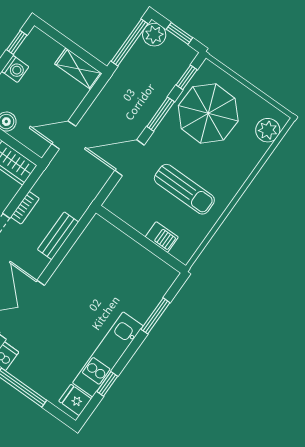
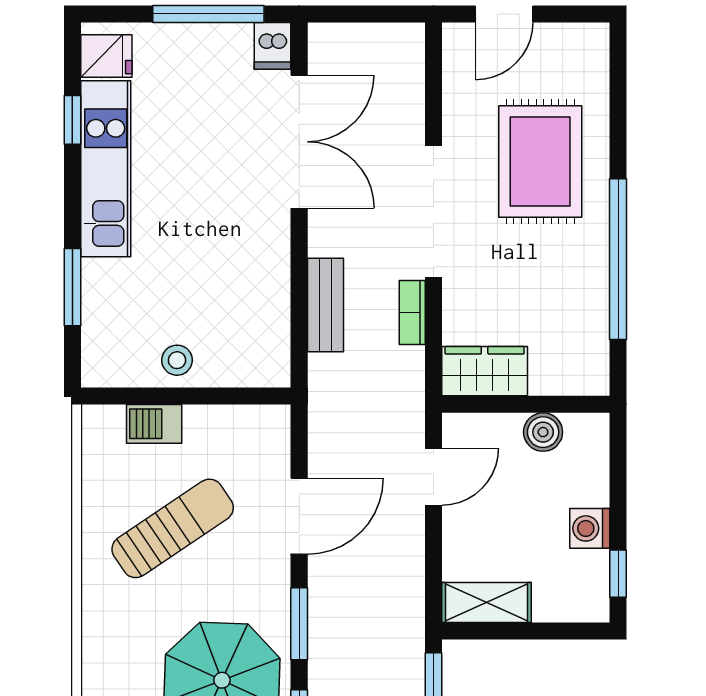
sun lounger: (184, 189) -> (173, 528), turned 146
stool: (134, 256) -> (177, 360), added

